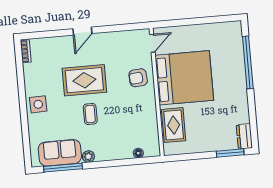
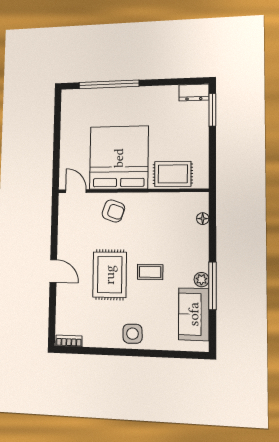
armchair: (138, 78) -> (113, 211), turned -66
window: (63, 168) -> (212, 286), moved

